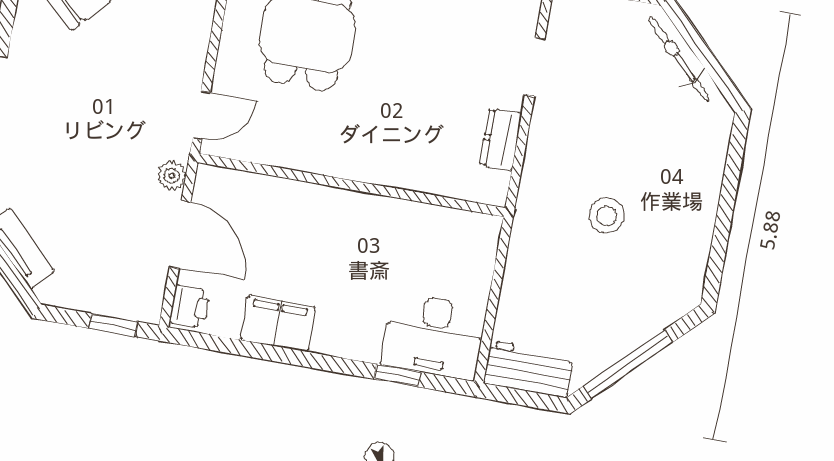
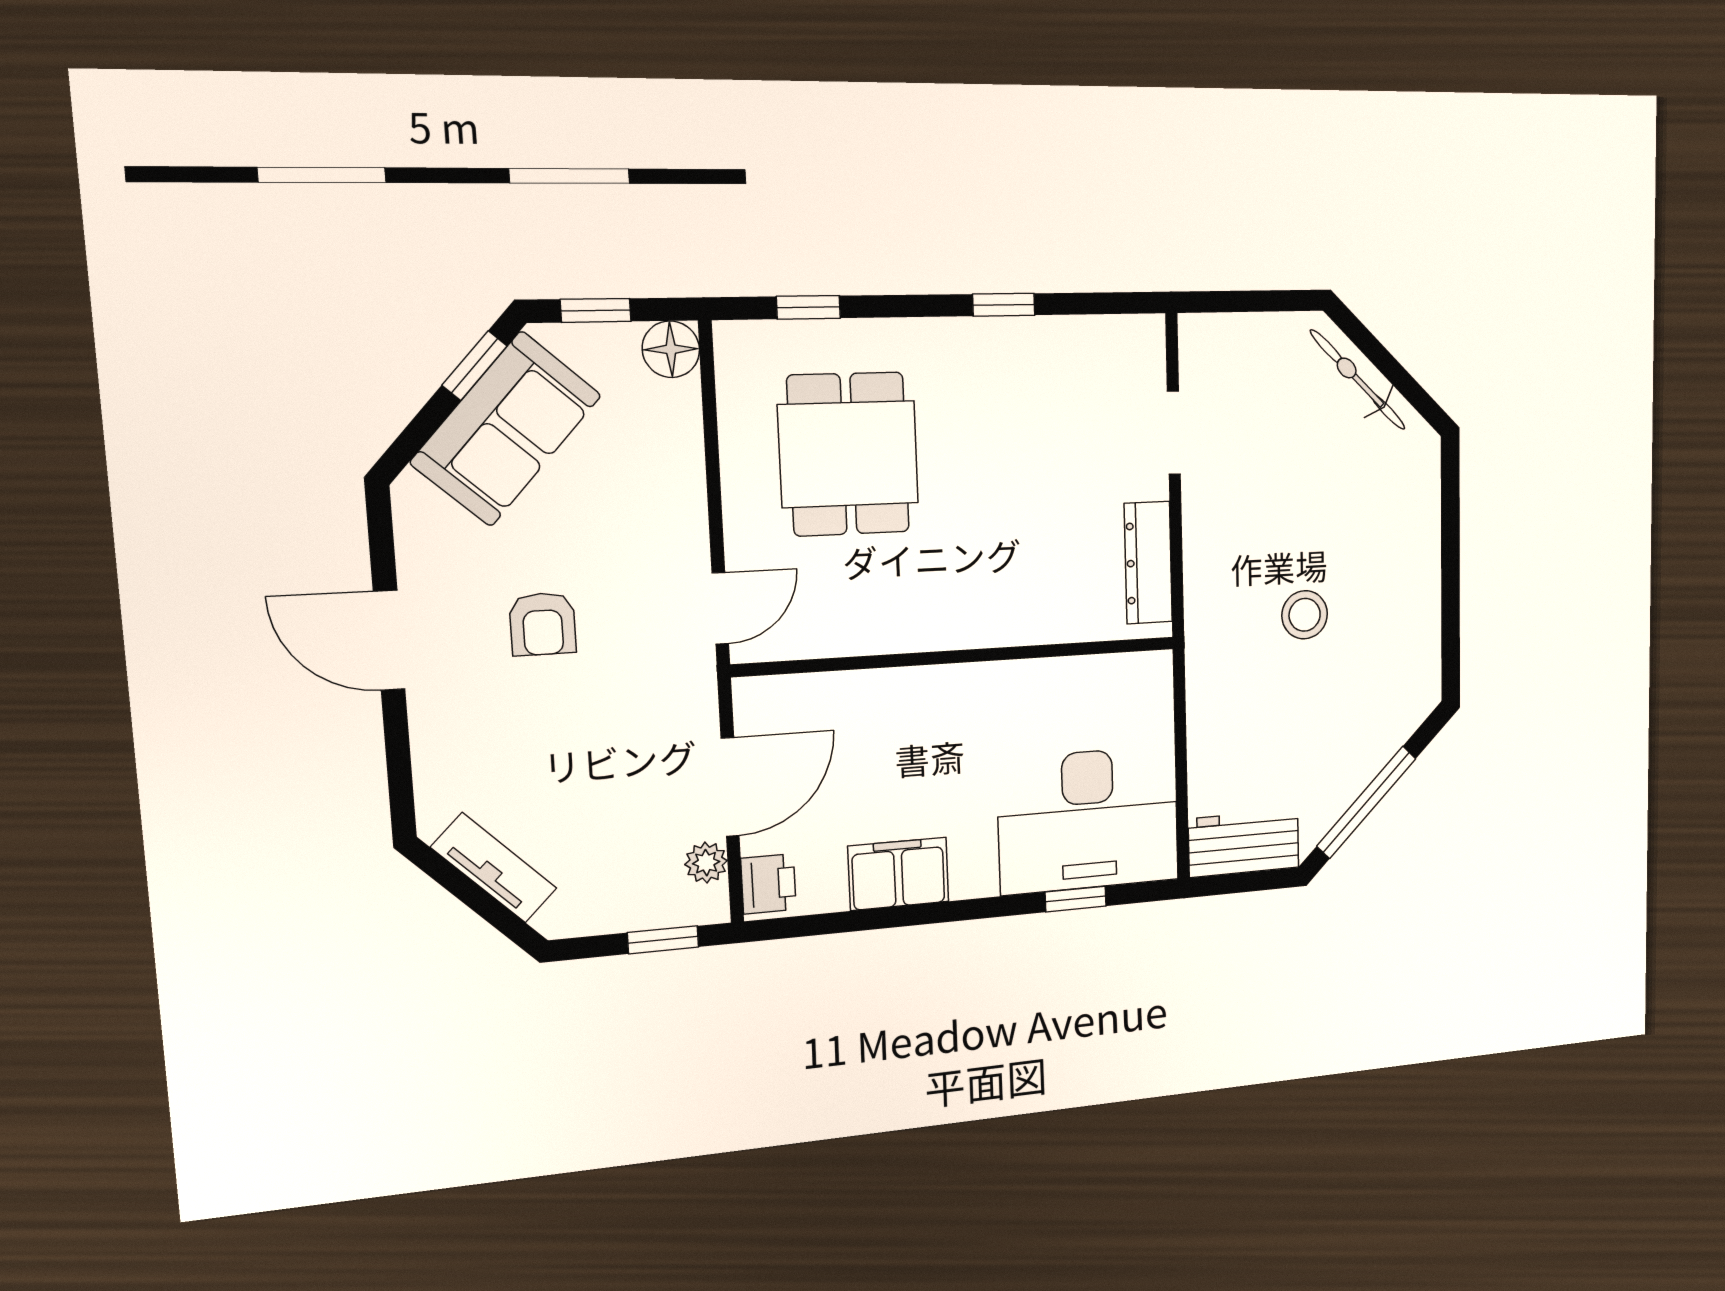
armchair: (88, 99) -> (543, 624), added
dresser: (501, 140) -> (1148, 563), width x1.44
plant: (172, 176) -> (706, 863), moved
door: (180, 234) -> (730, 787), hinge flipped
desk: (434, 336) -> (1088, 820), width x1.36, depth x1.30

